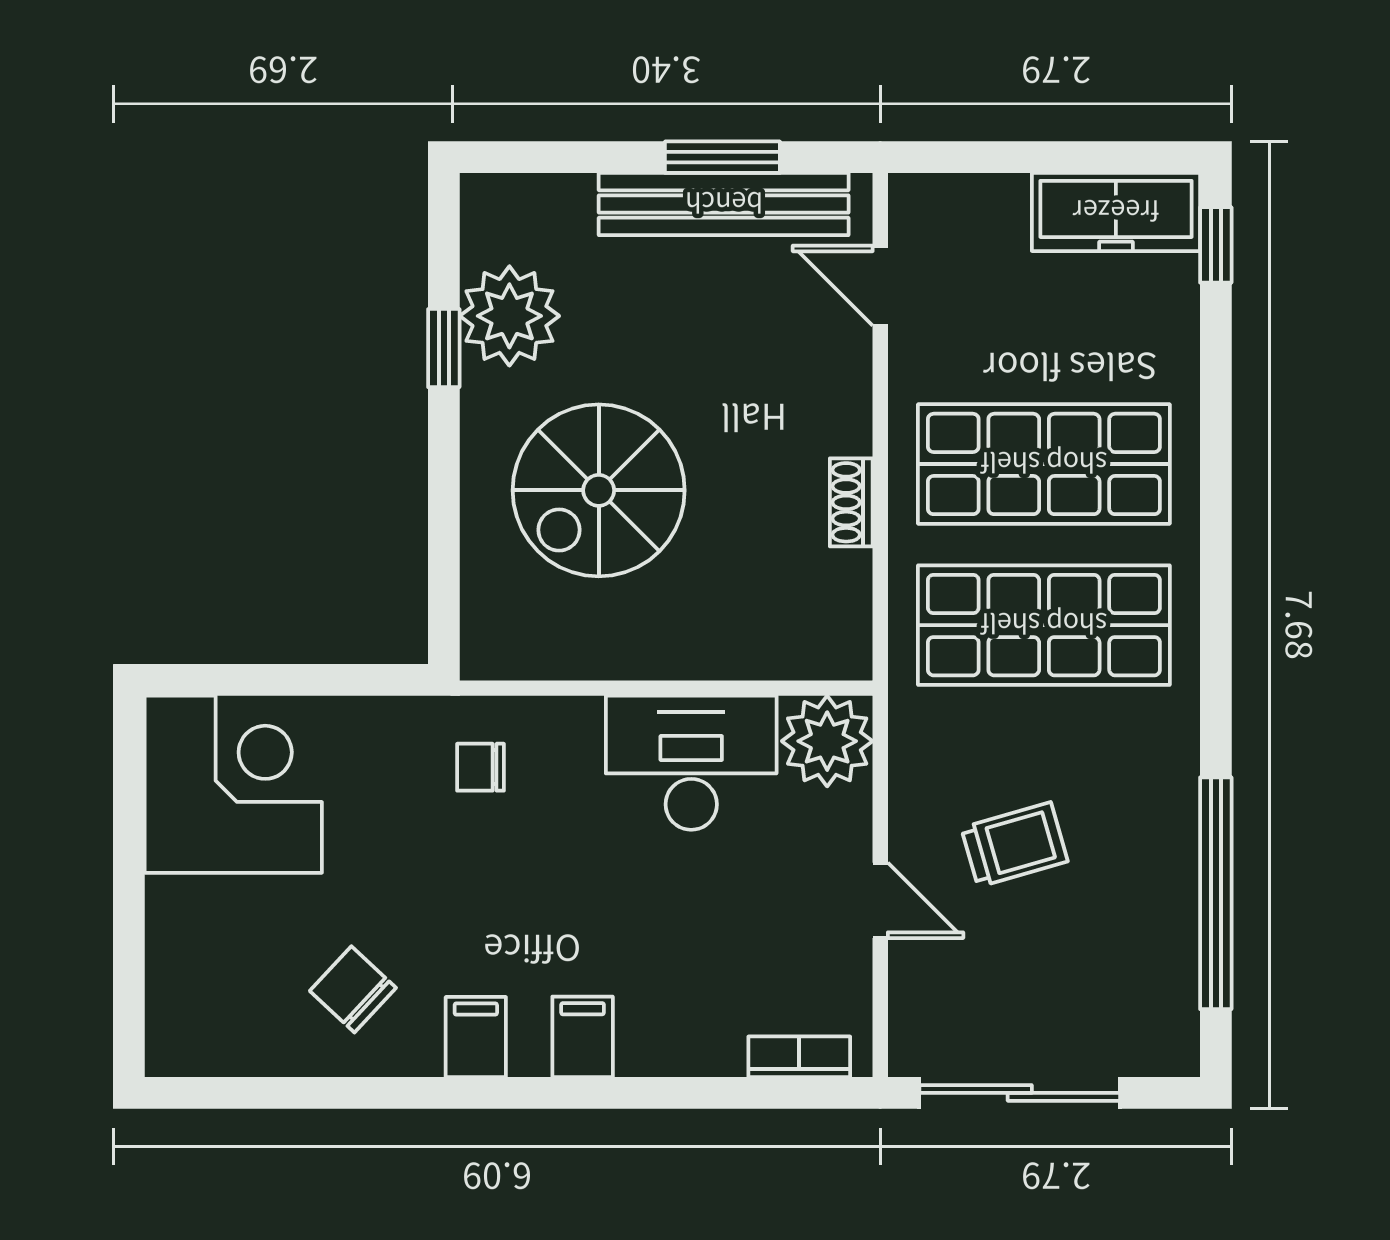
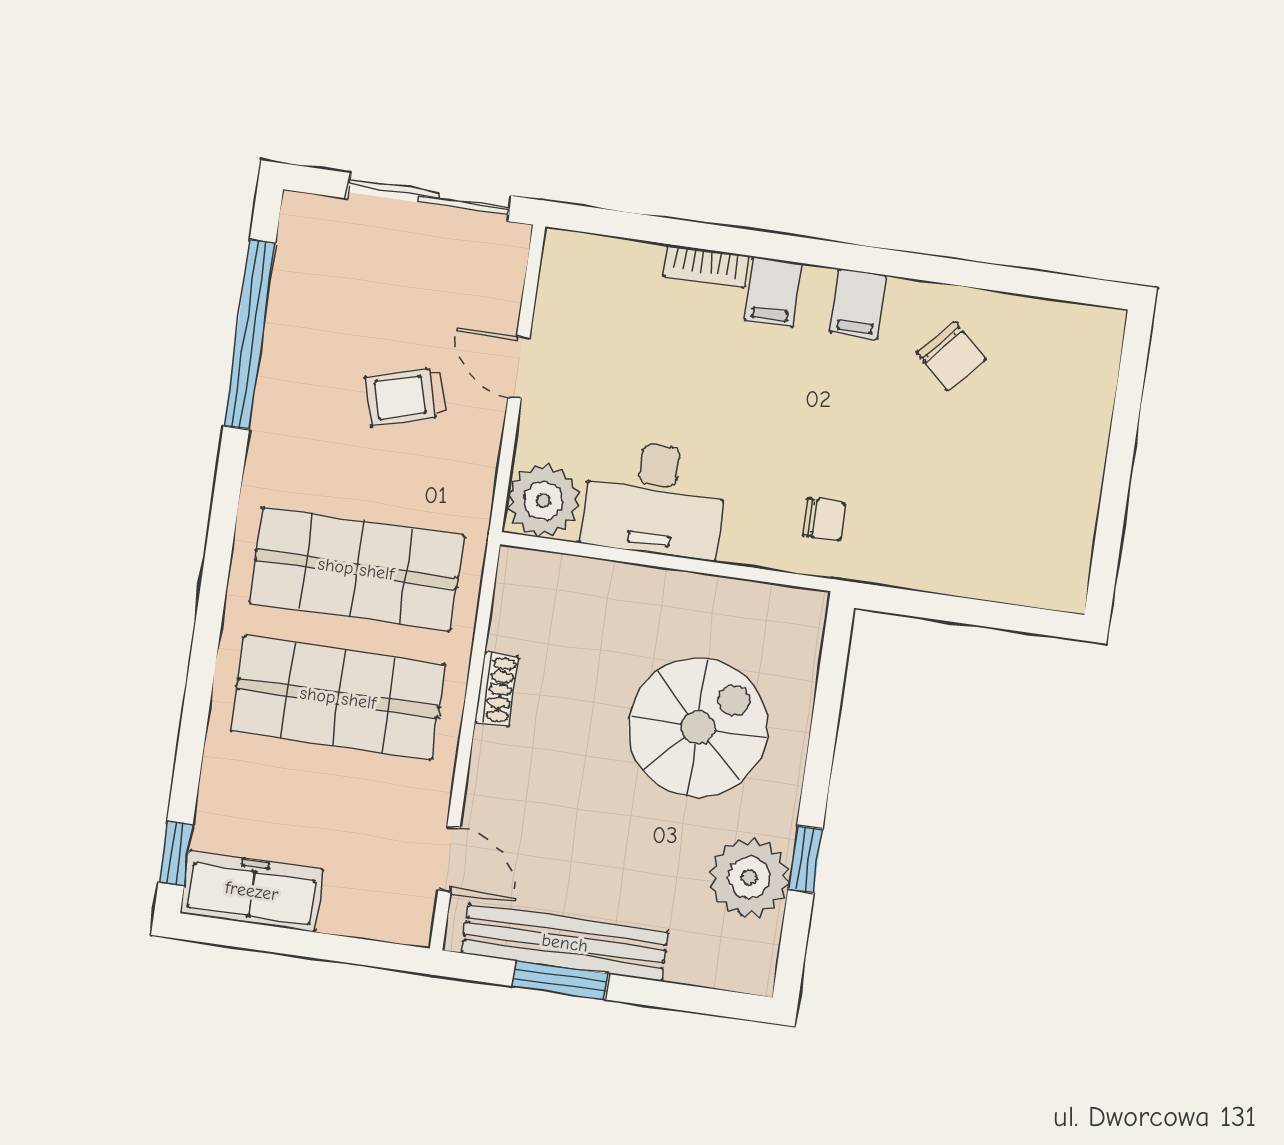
corner desk: (233, 784) -> (1024, 534), removed
bookcase: (799, 1057) -> (706, 266), moved

